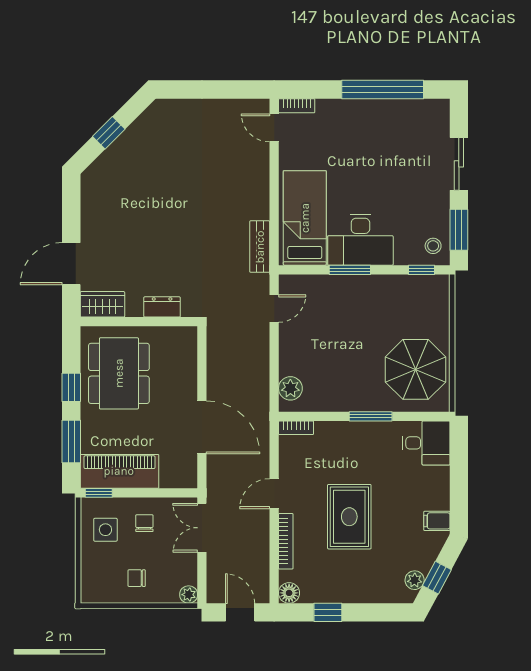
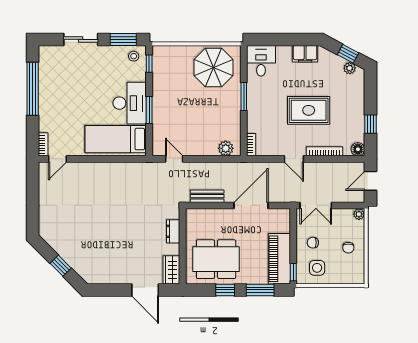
bench: (260, 247) -> (207, 196), moved
filing cabinet: (437, 521) -> (305, 54), width x2.00

